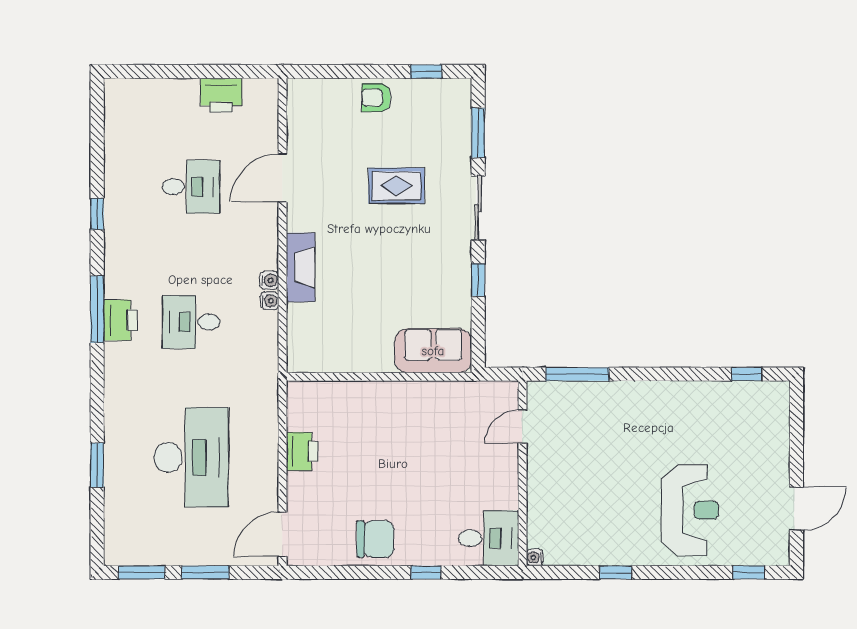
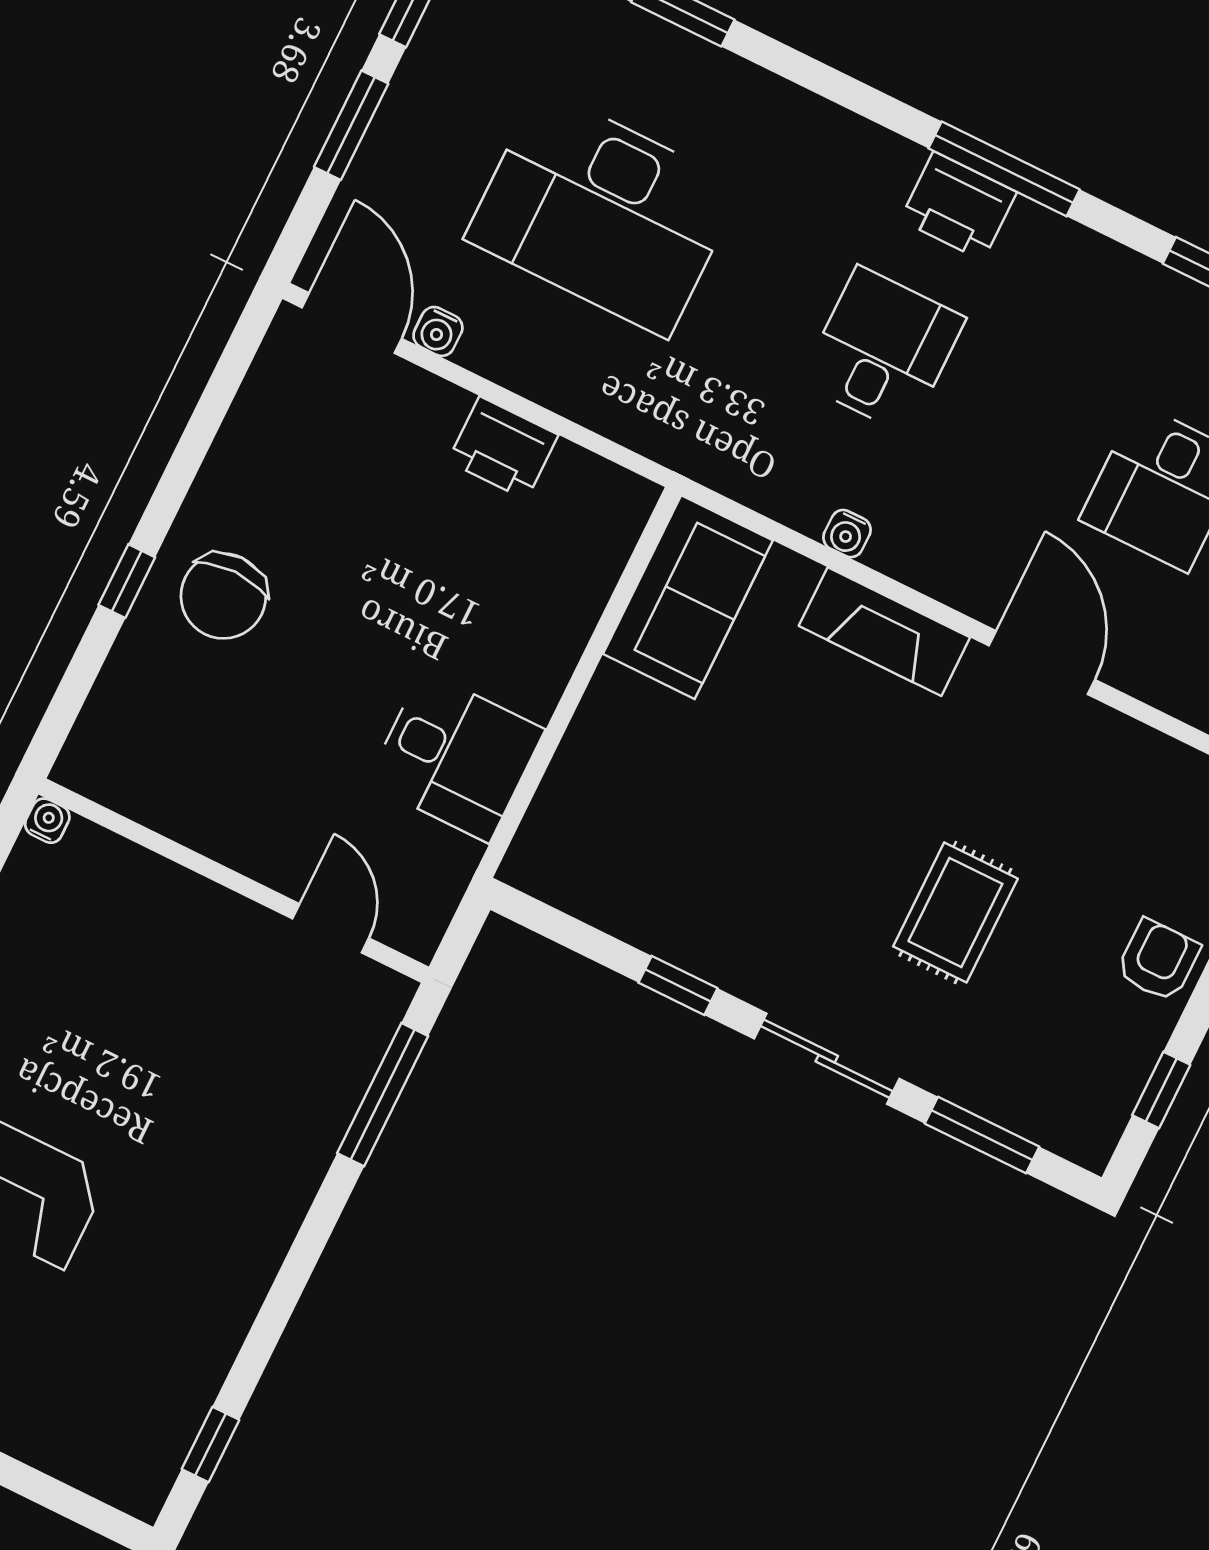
door: (282, 178) -> (1042, 663), moved
water cooler: (269, 280) -> (438, 331), moved
sofa: (433, 351) -> (688, 597), moved
desk: (489, 538) -> (456, 756), moved, turned -90
chair: (375, 539) -> (223, 596), moved

